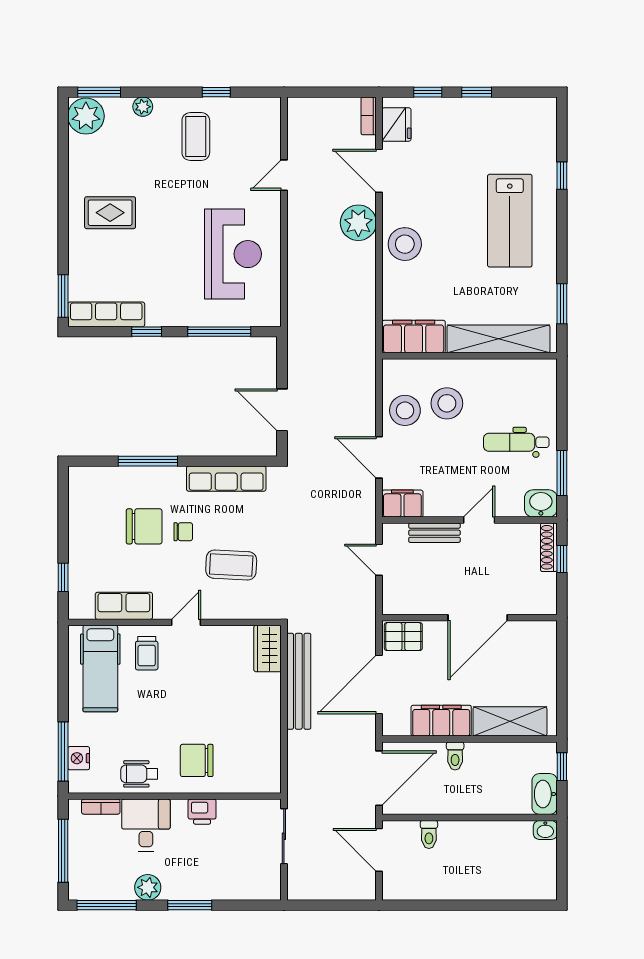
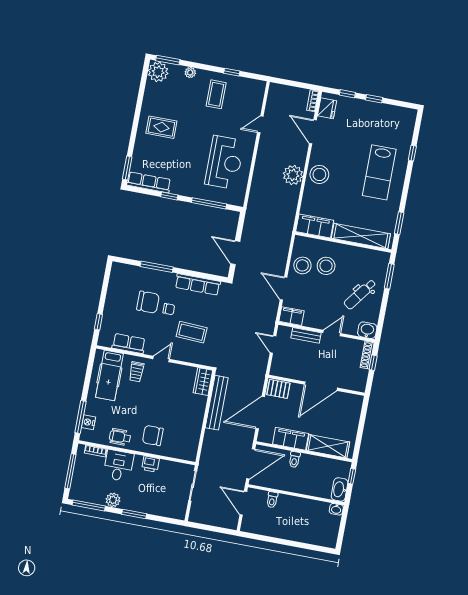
plant: (358, 223) -> (293, 175), moved
dental chair: (516, 442) -> (360, 294), turned -53
window: (562, 473) -> (389, 276), moved

